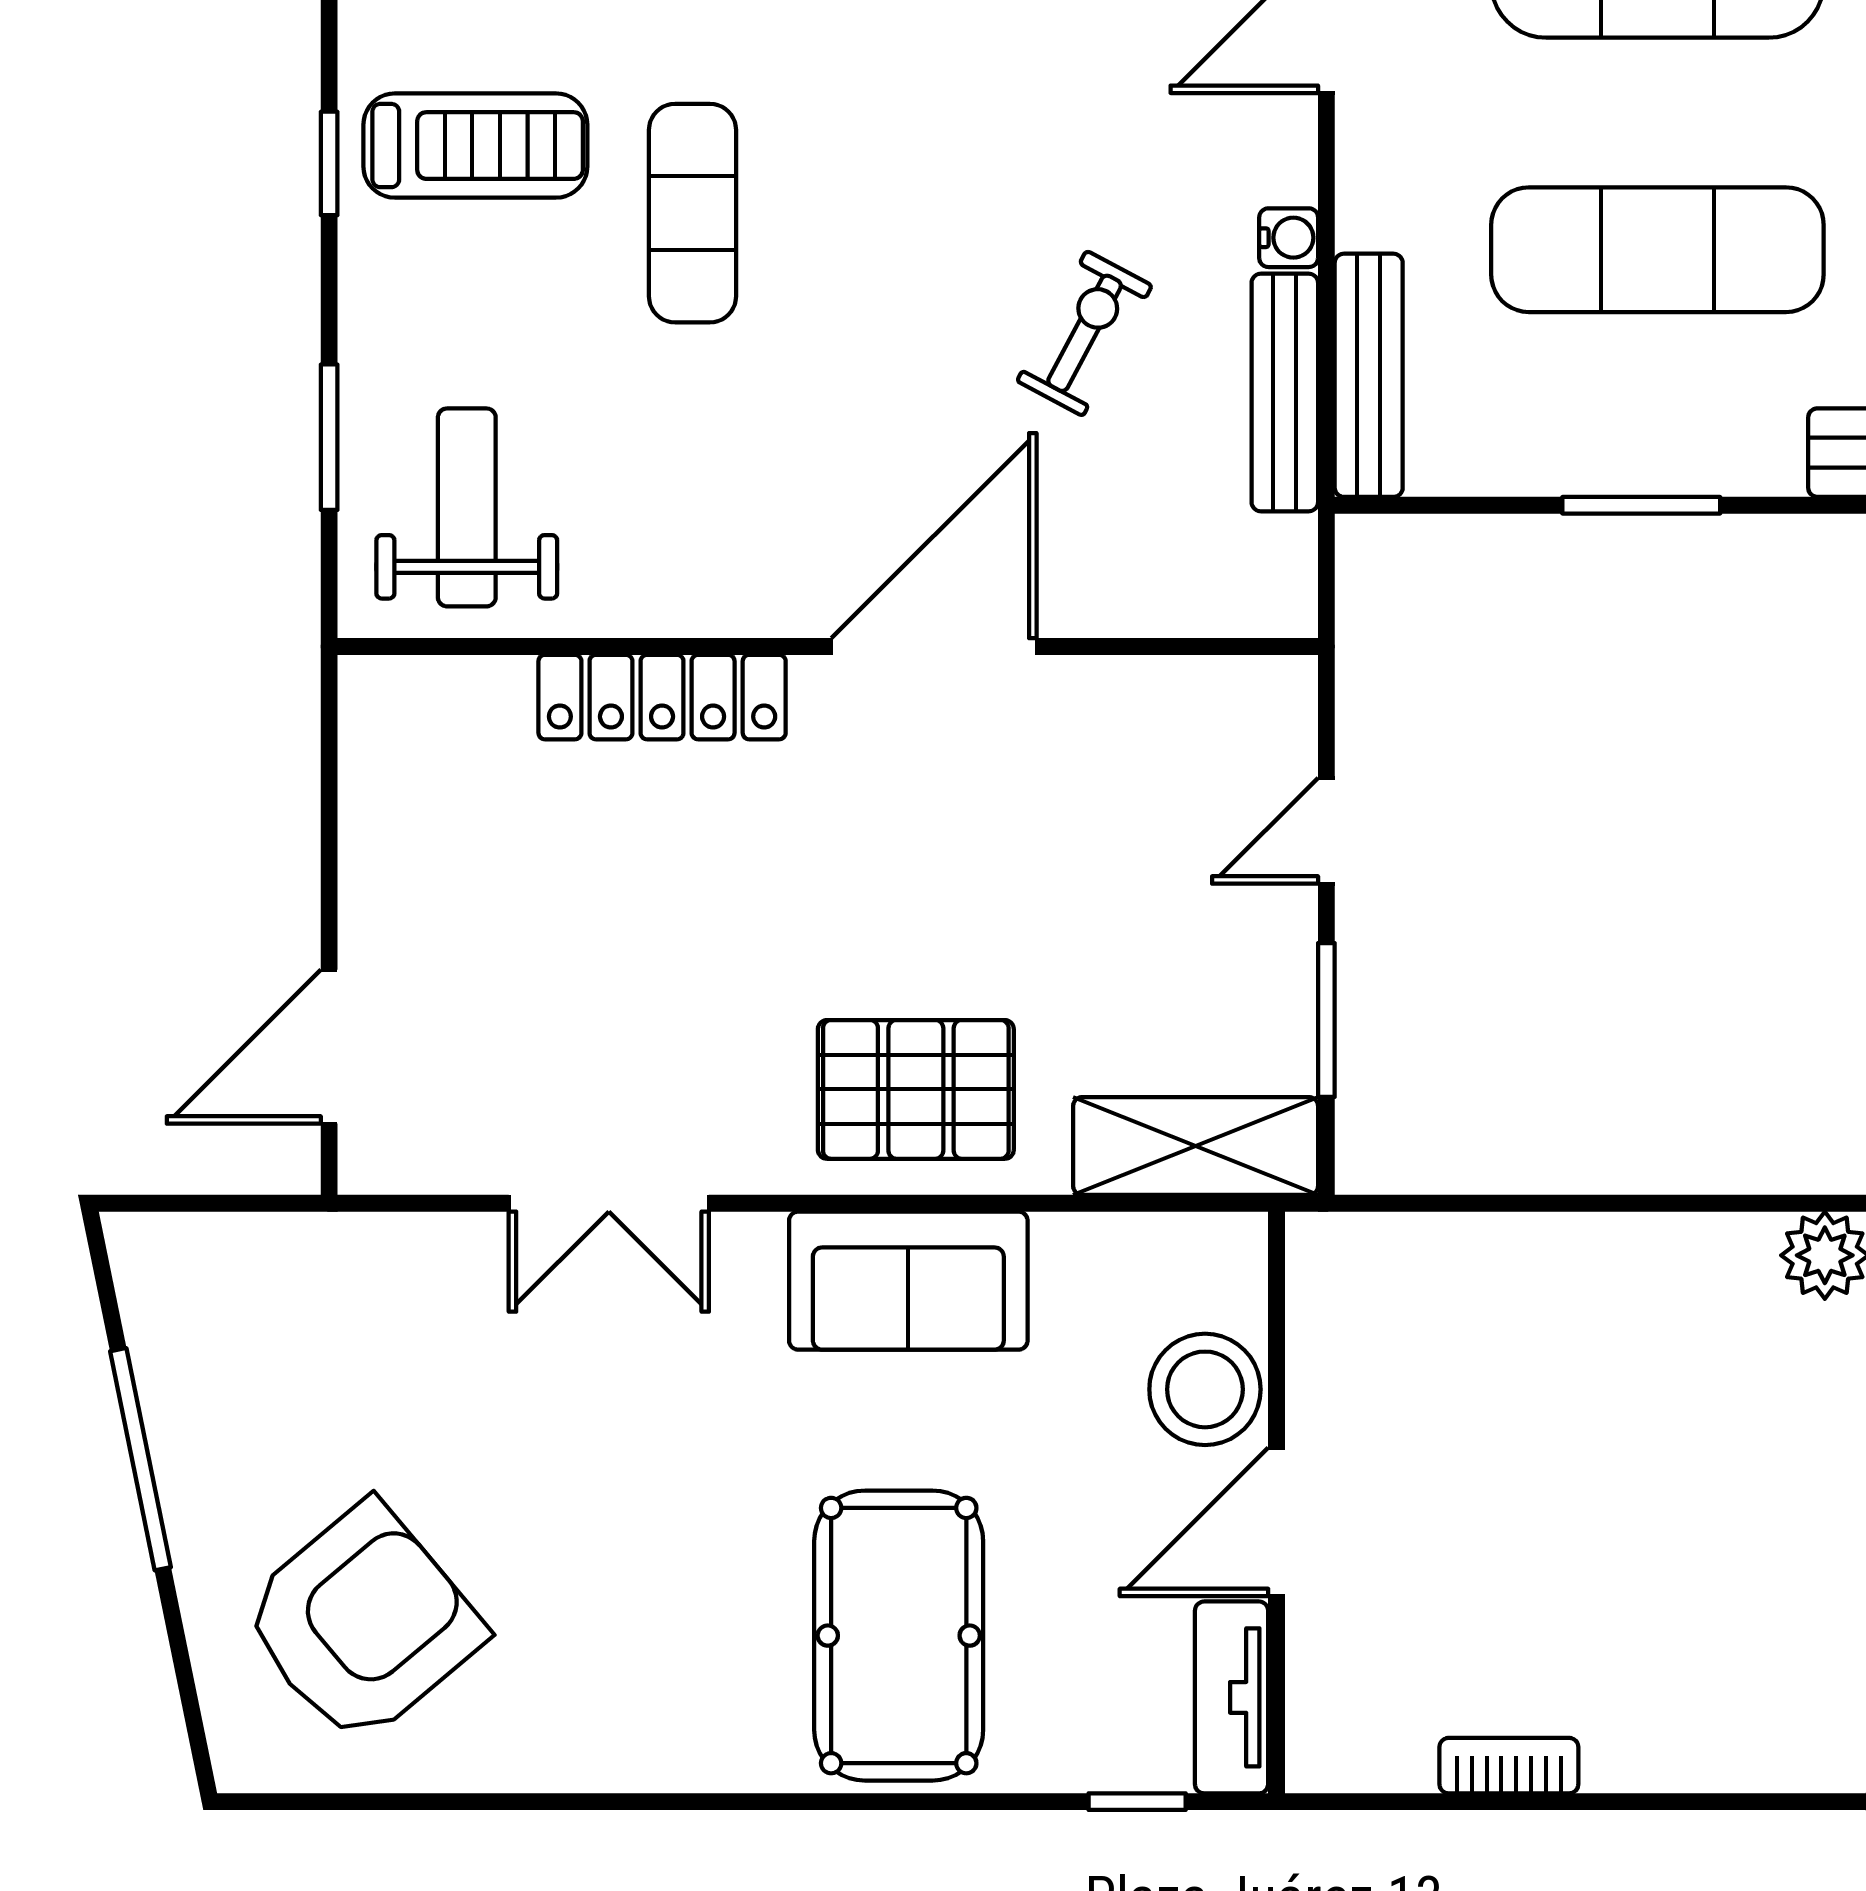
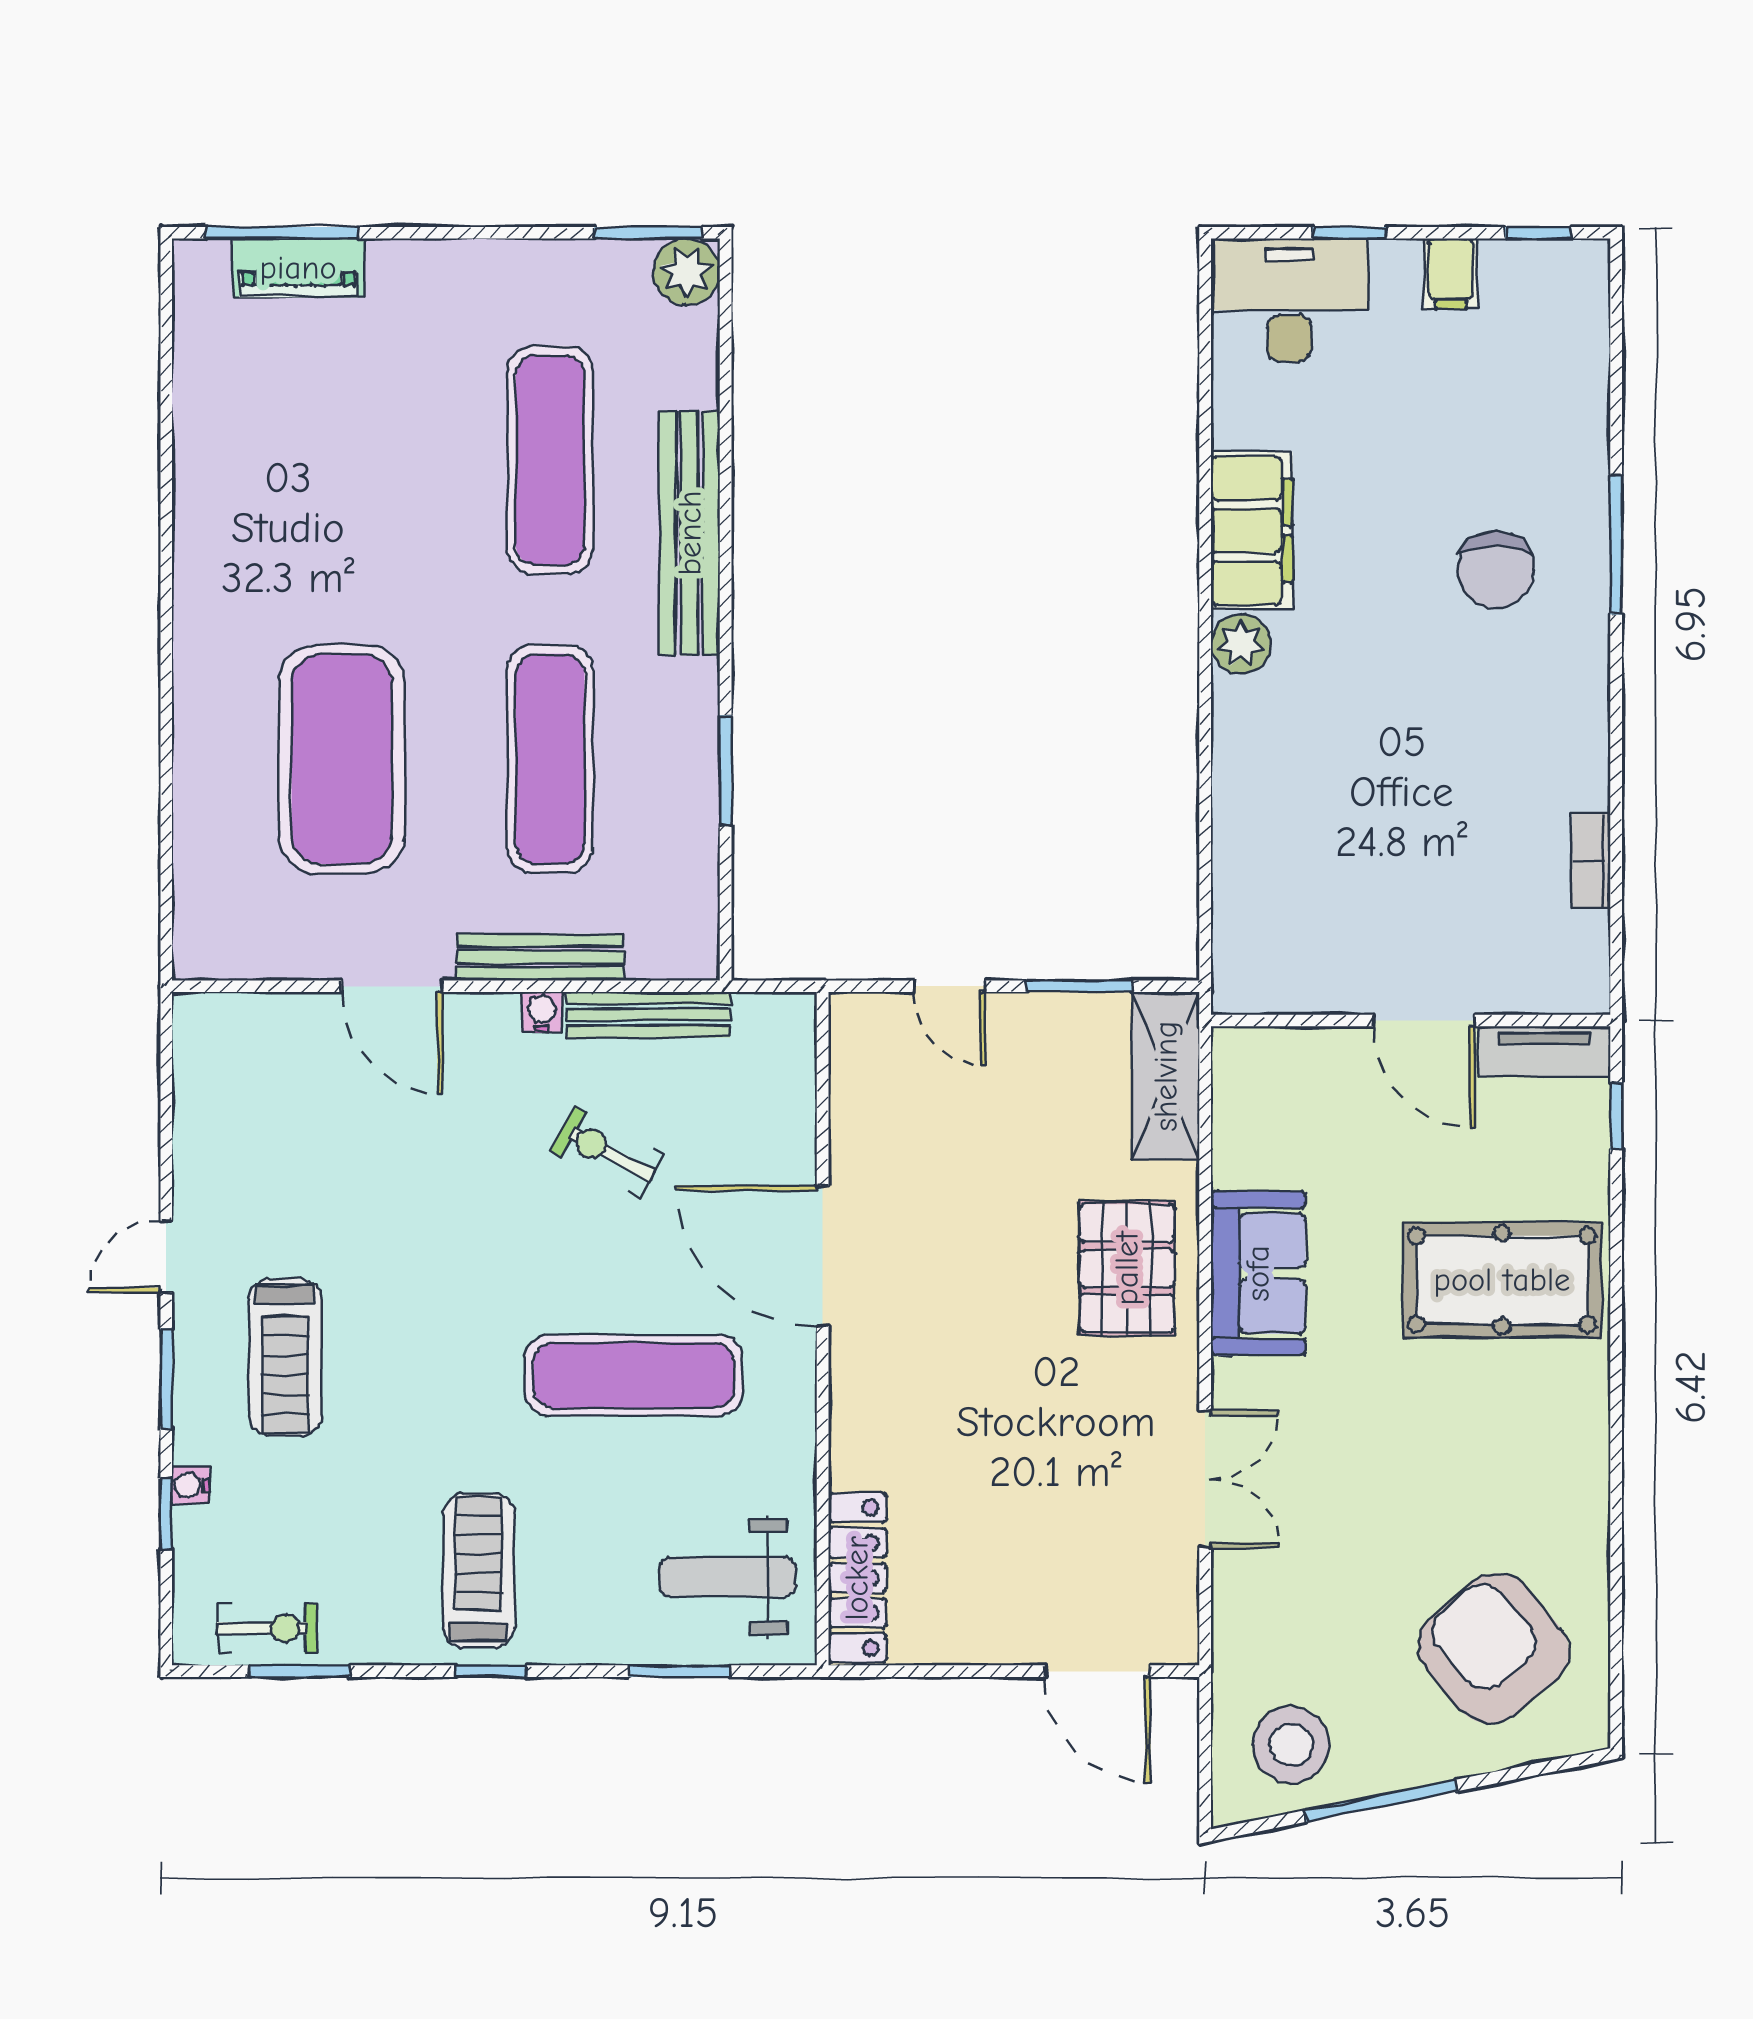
exercise mat: (693, 213) -> (634, 1375), moved, width x1.36, depth x1.45
bench: (1369, 375) -> (540, 957), moved
locker: (662, 697) -> (857, 1578), moved
stool: (1205, 1389) -> (1291, 1745), moved

